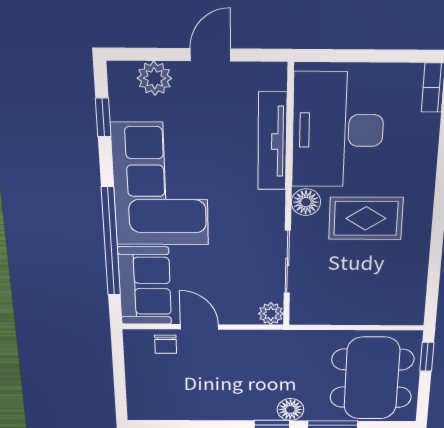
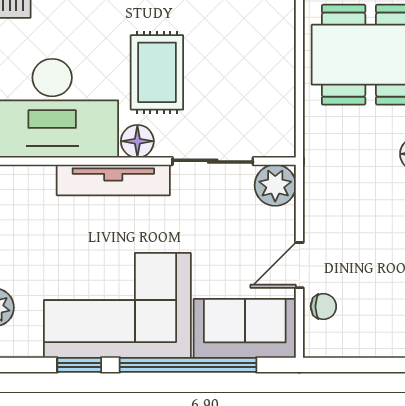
window: (103, 117) -> (79, 365), moved
tv unit: (272, 141) -> (113, 180), moved
plant: (271, 314) -> (275, 185), width x1.38, depth x1.38

